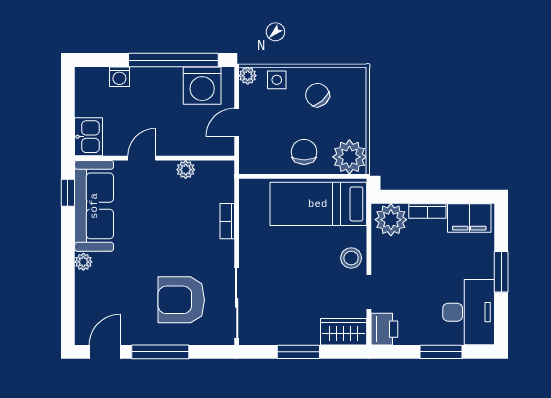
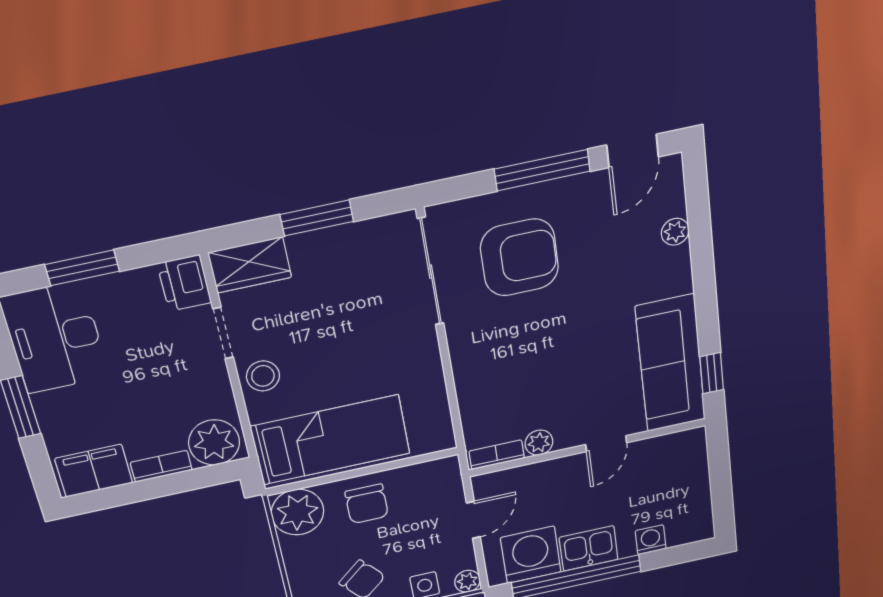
kitchen sink: (89, 137) -> (589, 548), moved, turned 90
bookcase: (227, 221) -> (497, 455), moved, turned -90
plant: (83, 262) -> (675, 232), moved

